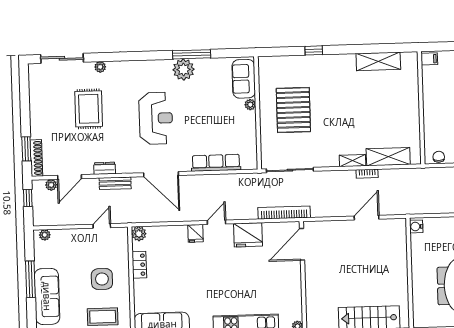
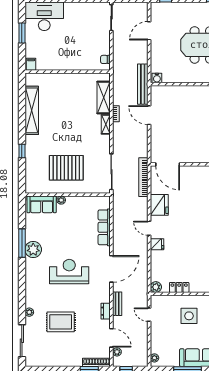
shelving: (378, 61) -> (32, 110), width x1.47
bench: (408, 208) -> (143, 84), added

